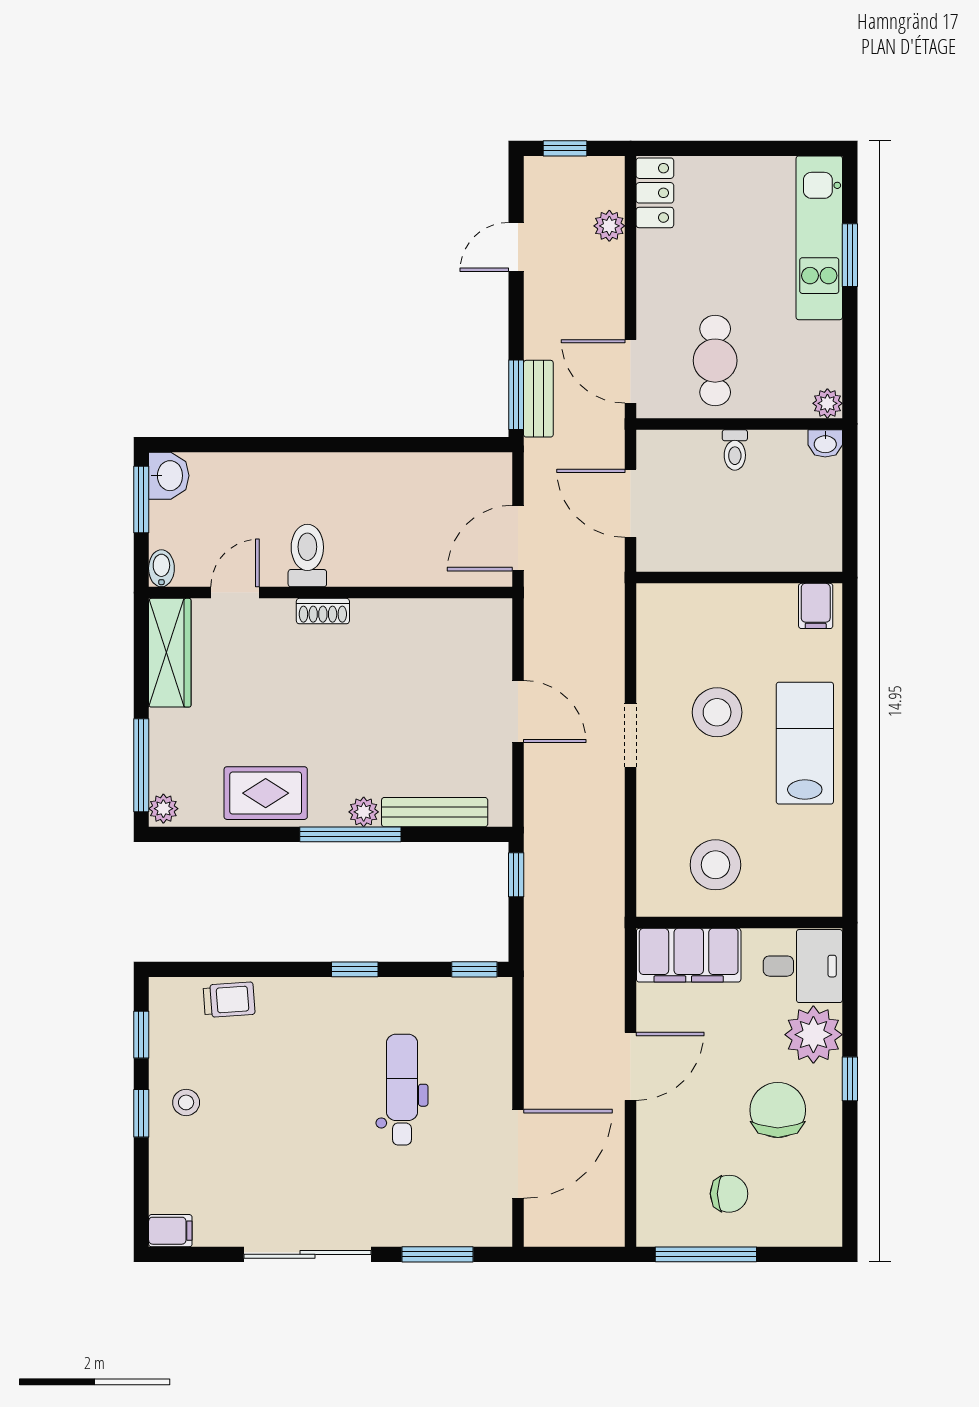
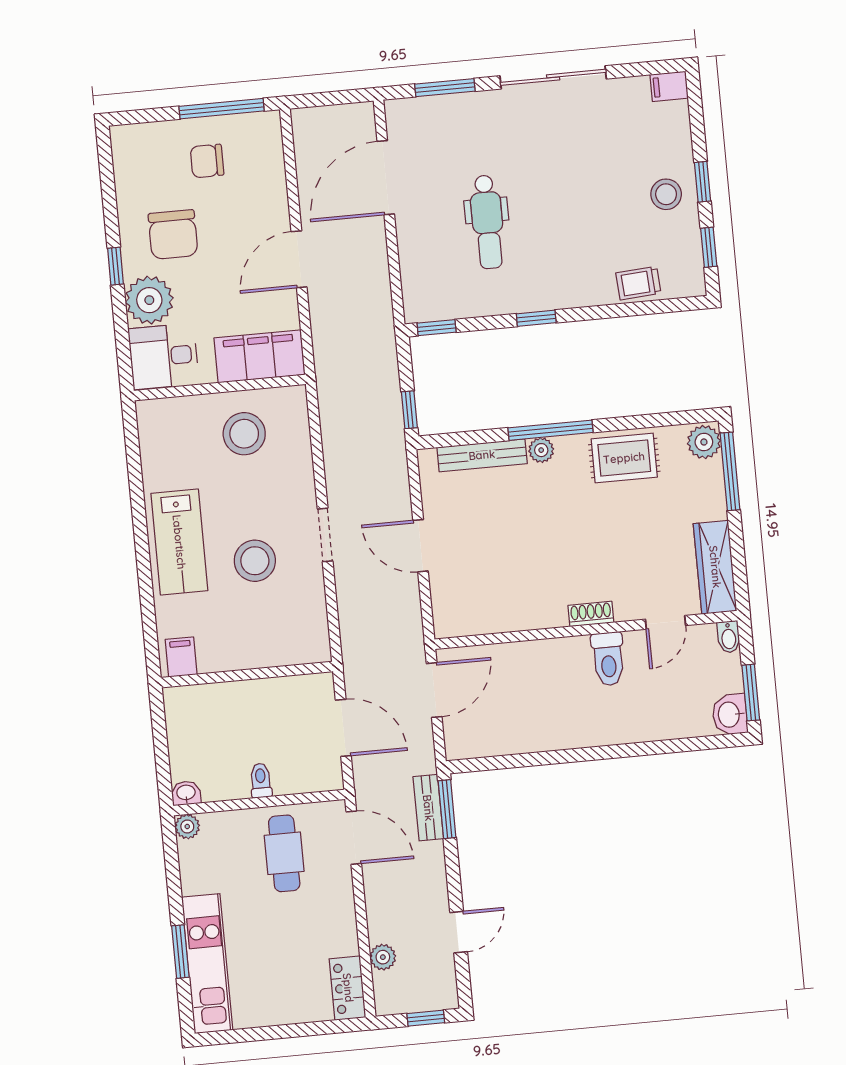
plant: (163, 809) -> (704, 442), width x1.38, depth x1.38
stool: (186, 1102) -> (666, 194), width x1.37, depth x1.37

